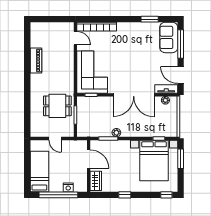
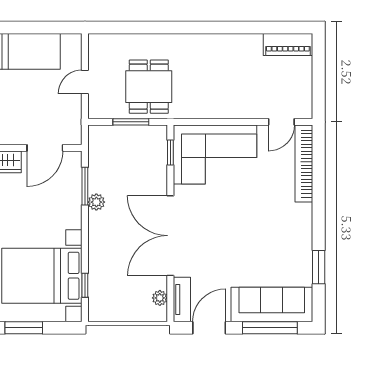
sofa: (169, 37) -> (272, 304), width x1.36
piano: (36, 60) -> (288, 45), moved
window: (181, 159) -> (24, 328), moved

